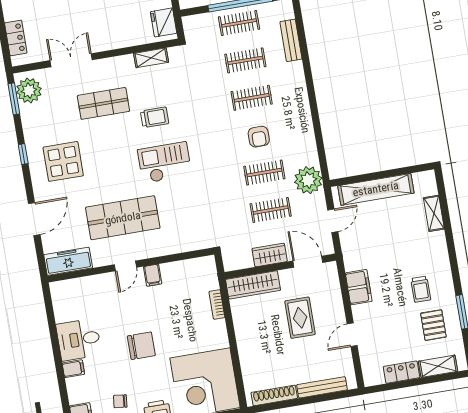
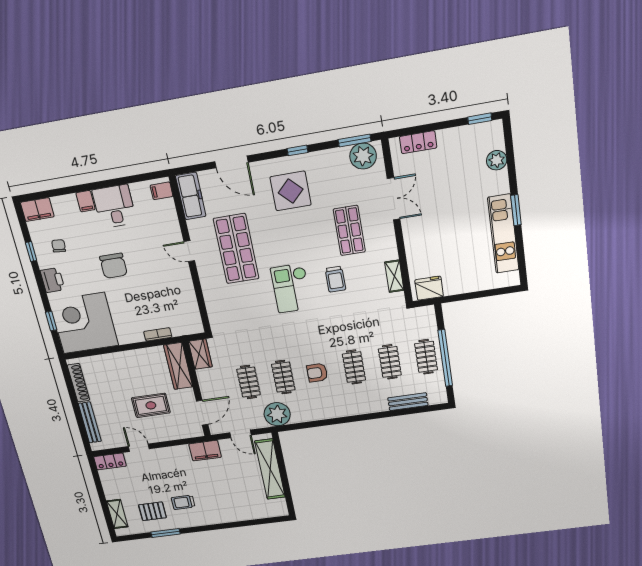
checkout: (165, 163) -> (291, 288), turned 180
shelving: (434, 213) -> (250, 514), removed
wardrobe: (270, 255) -> (200, 354), moved
filing cabinet: (153, 275) -> (162, 191), moved
filing cabinet: (359, 287) -> (205, 451), moved
locker: (401, 372) -> (110, 461), moved, turned 90

